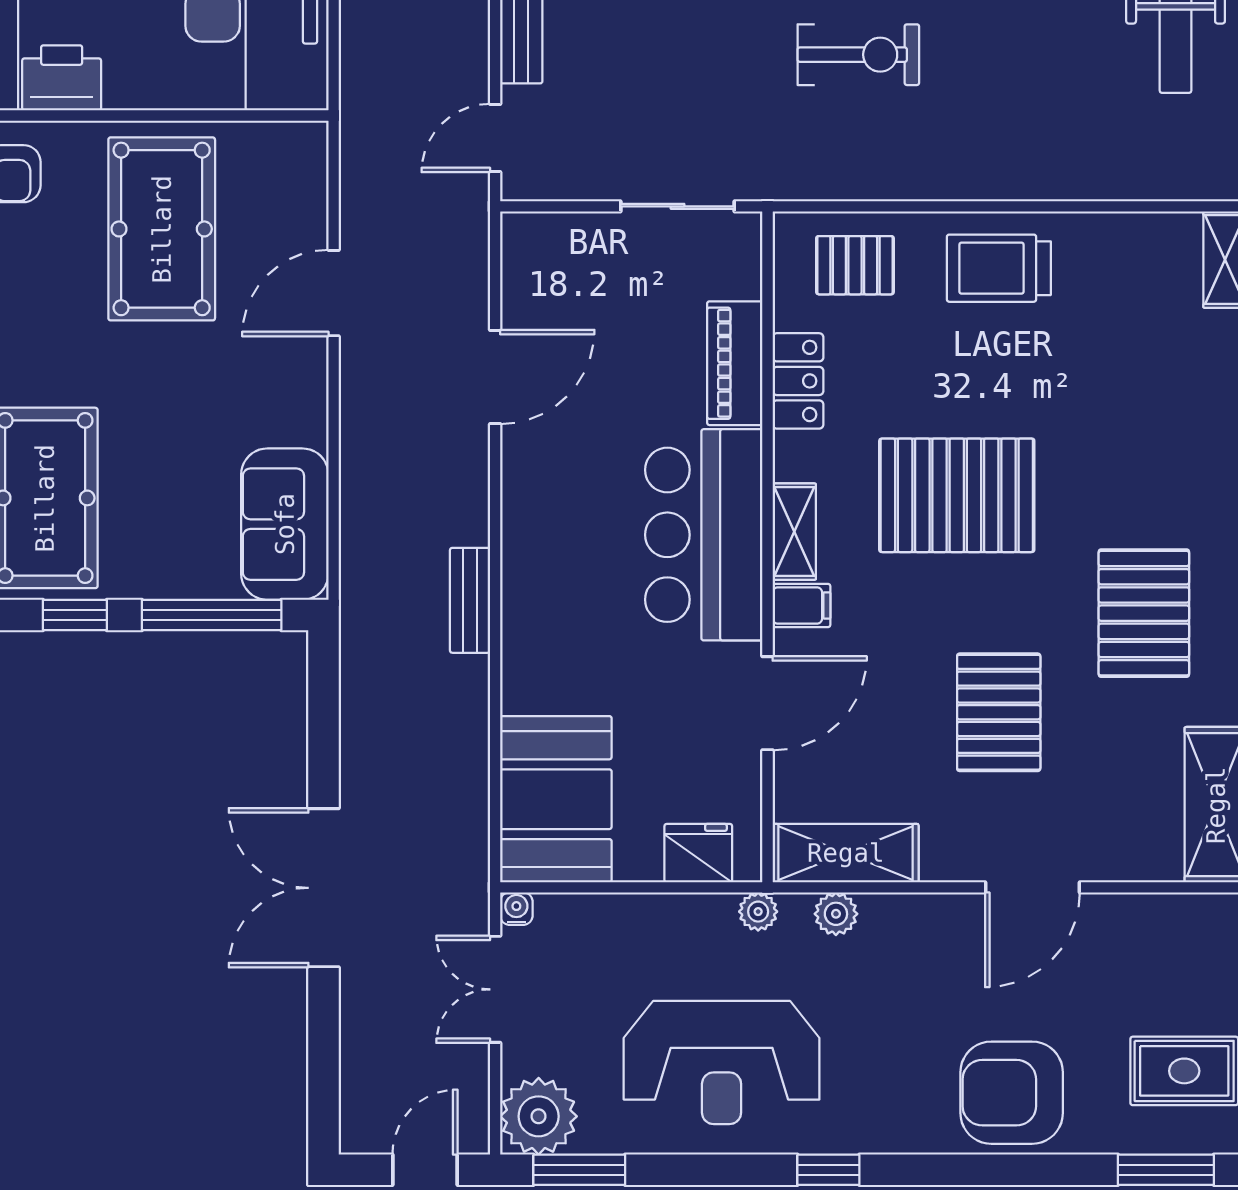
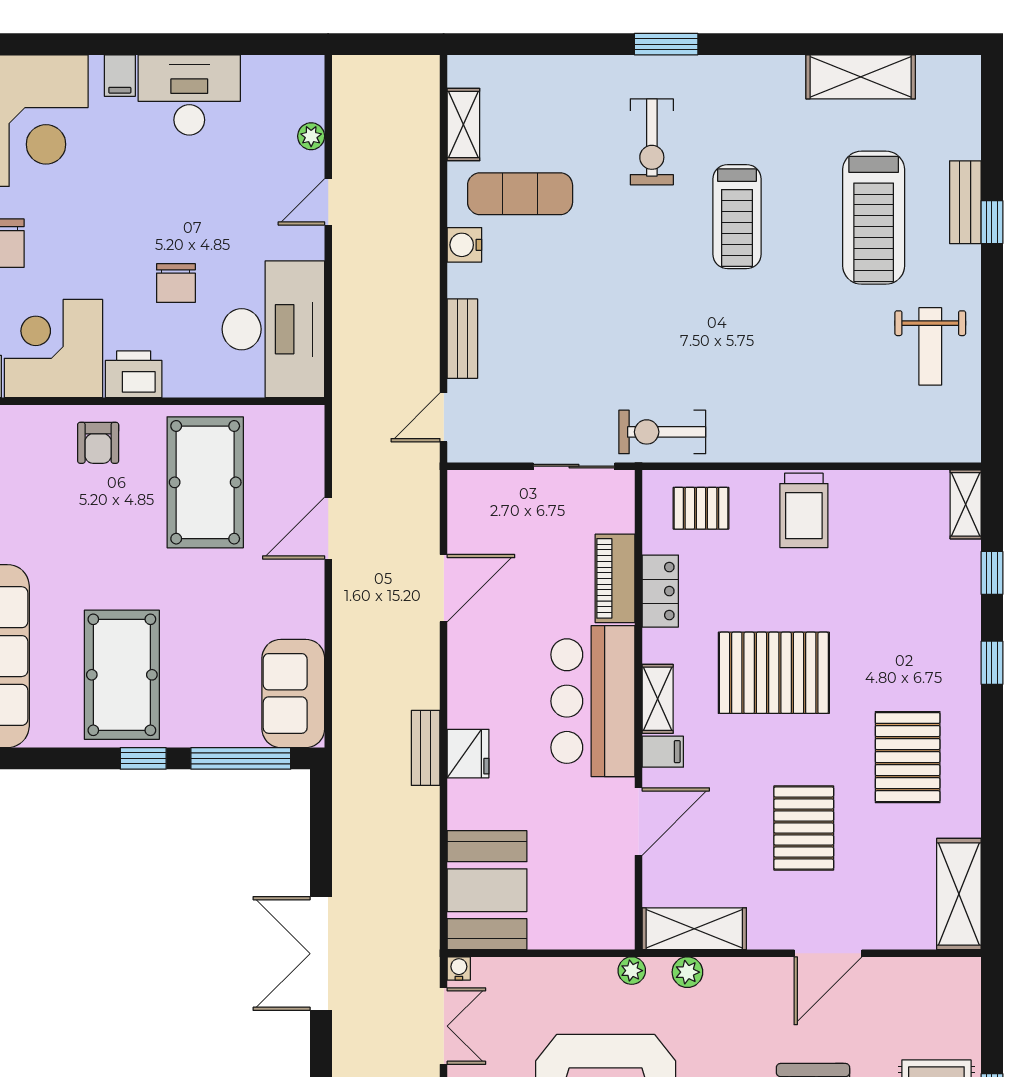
exercise bike: (858, 55) -> (662, 432), moved, turned 180
trolley: (999, 268) -> (804, 510), turned -90
fridge: (698, 853) -> (468, 754), moved, turned 90
double door: (495, 989) -> (444, 1026), swing flipped

